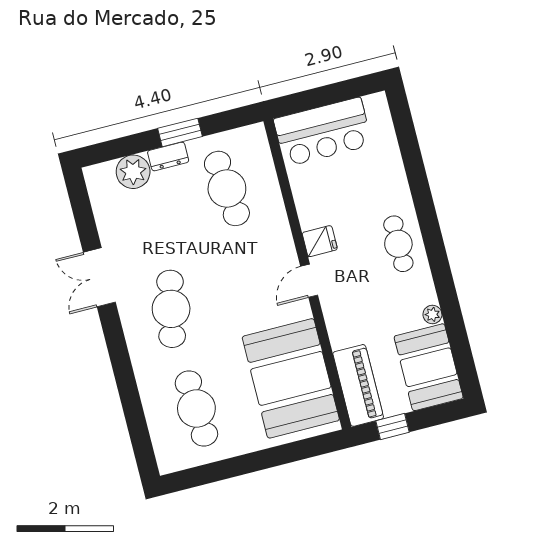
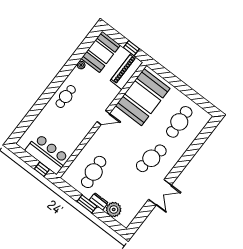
window: (303, 101) -> (42, 169), added
fridge: (320, 241) -> (86, 125), removed

